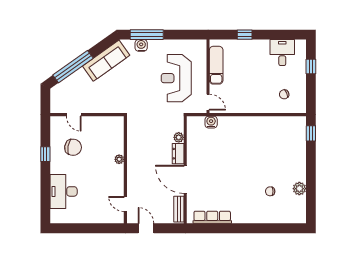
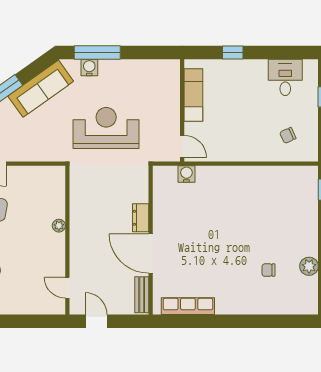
reception desk: (176, 78) -> (106, 128), moved, turned 90
plant: (179, 137) -> (141, 195), removed

